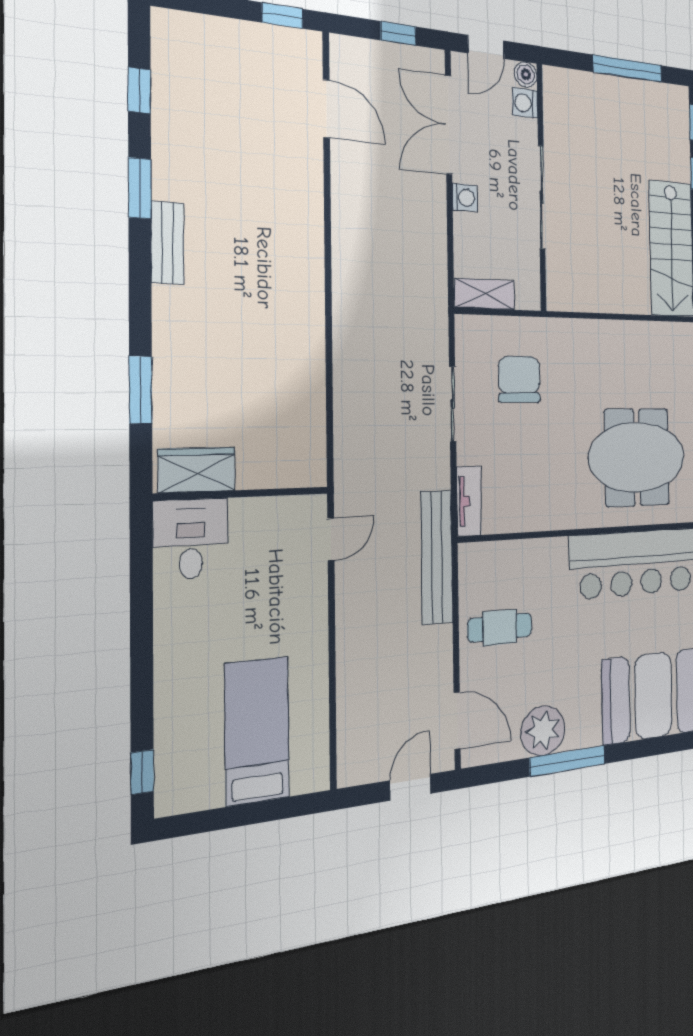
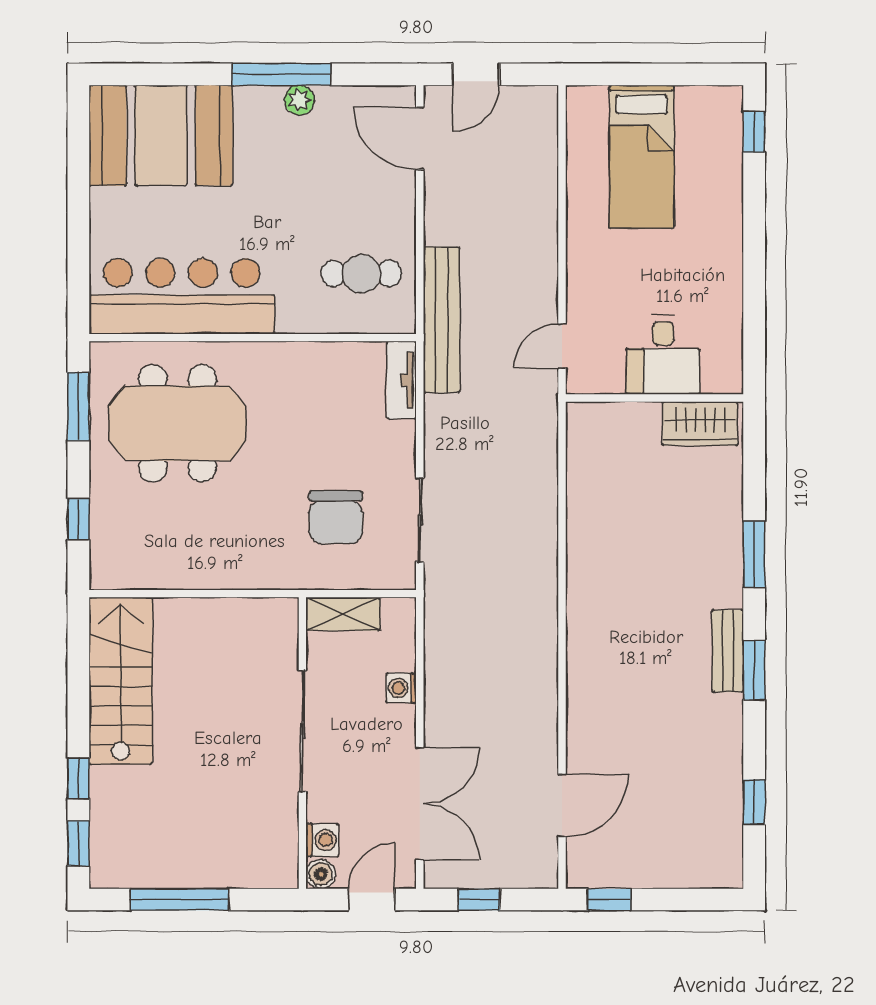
door: (326, 109) -> (562, 805), swing flipped
window: (140, 188) -> (754, 670), moved
washing machine: (465, 198) -> (401, 688), moved
shelving: (485, 294) -> (343, 614), moved
window: (141, 390) -> (754, 554), moved
sliding door: (453, 404) -> (420, 520), moved
desk: (191, 539) -> (663, 355), moved
cafe table: (500, 627) -> (361, 274), moved
plant: (543, 731) -> (299, 100), width x0.53, depth x0.53

